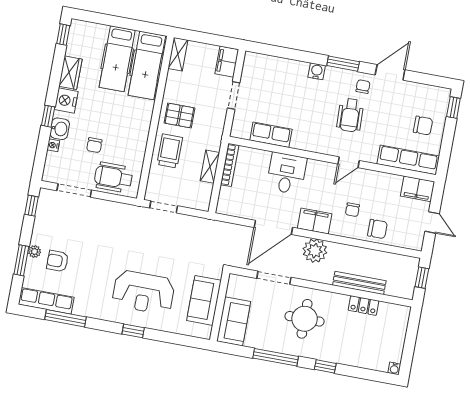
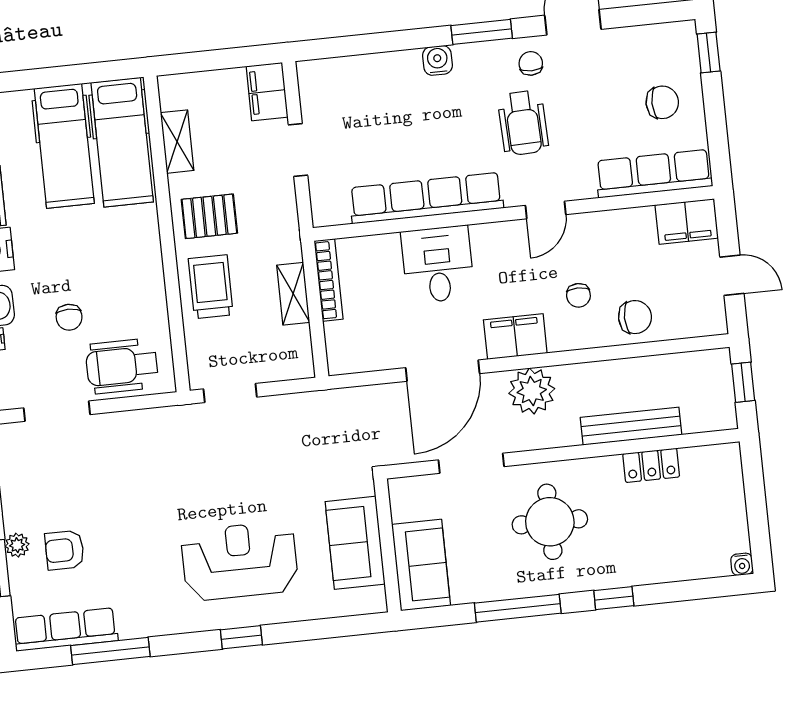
shelving: (178, 54) -> (177, 142), moved
row of seats: (271, 135) -> (426, 198), width x2.02
reception desk: (143, 292) -> (240, 561), turned 180

